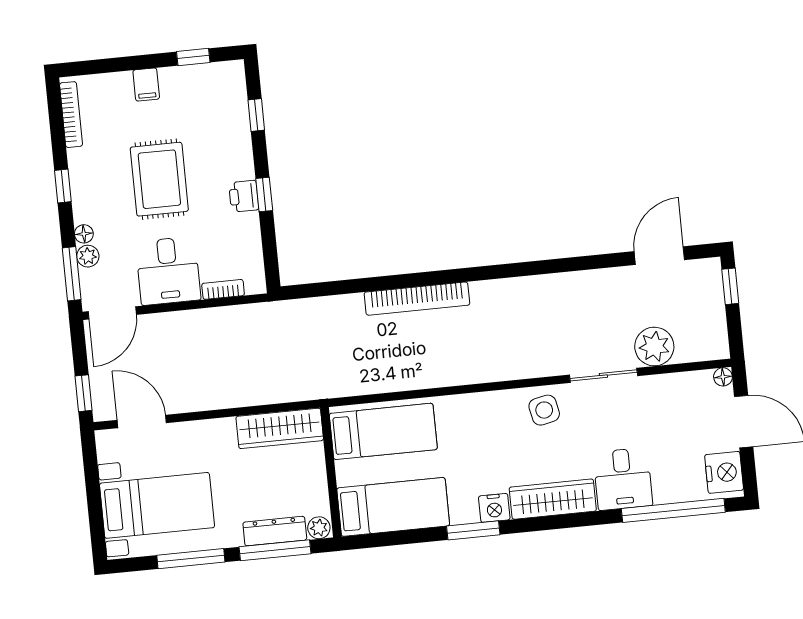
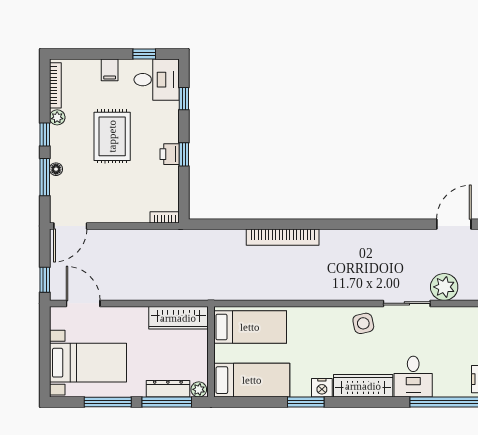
plant: (88, 256) -> (57, 117), moved
desk: (168, 271) -> (157, 80), moved, turned -90
window: (72, 274) -> (45, 177), moved
bookcase: (223, 289) -> (165, 217), moved

